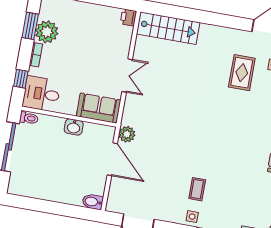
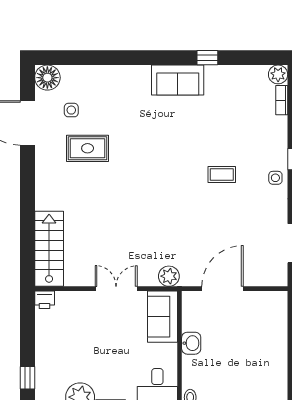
plant: (127, 134) -> (169, 276), moved
coffee table: (197, 189) -> (222, 175), moved
bidet: (93, 202) -> (279, 303), removed

